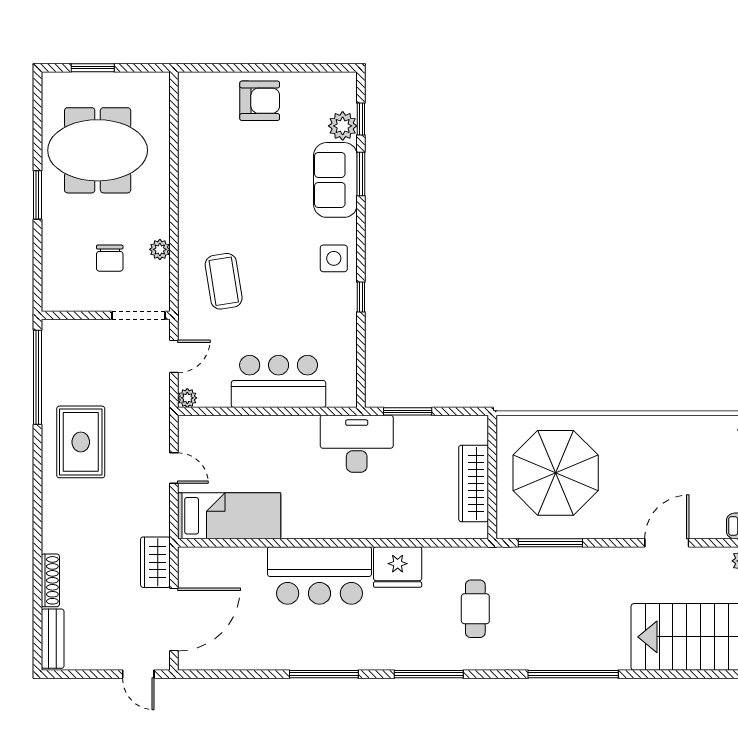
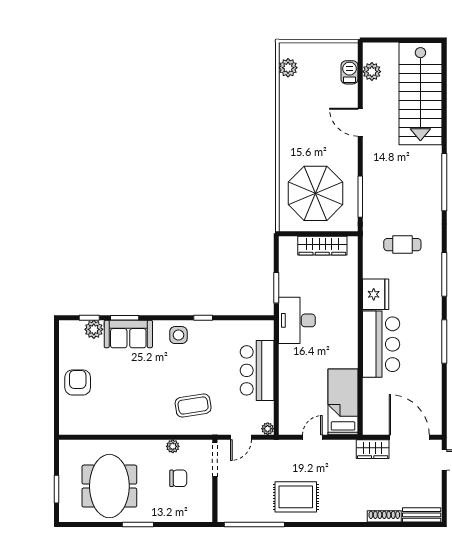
door: (174, 356) -> (241, 437), swing flipped

